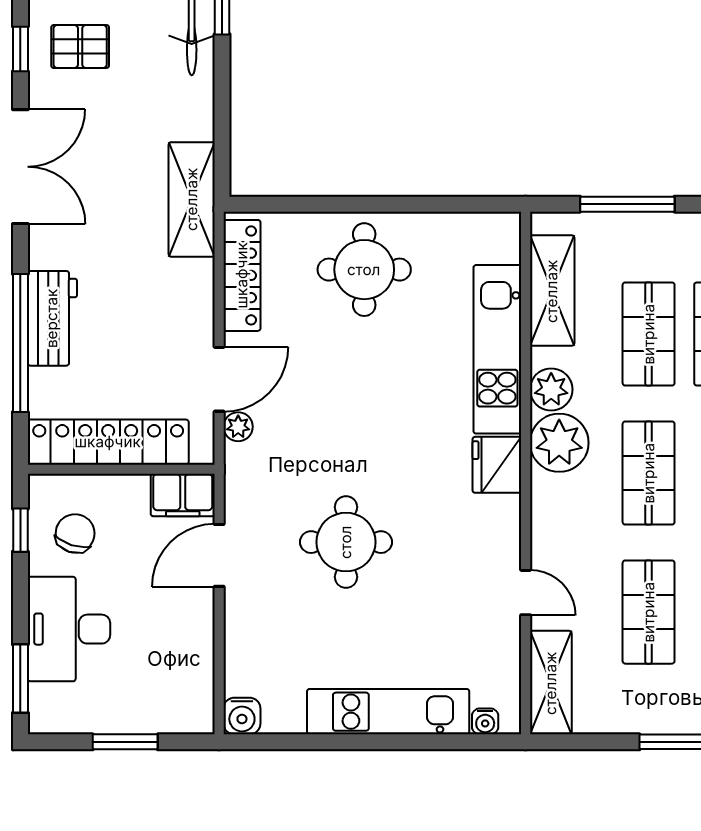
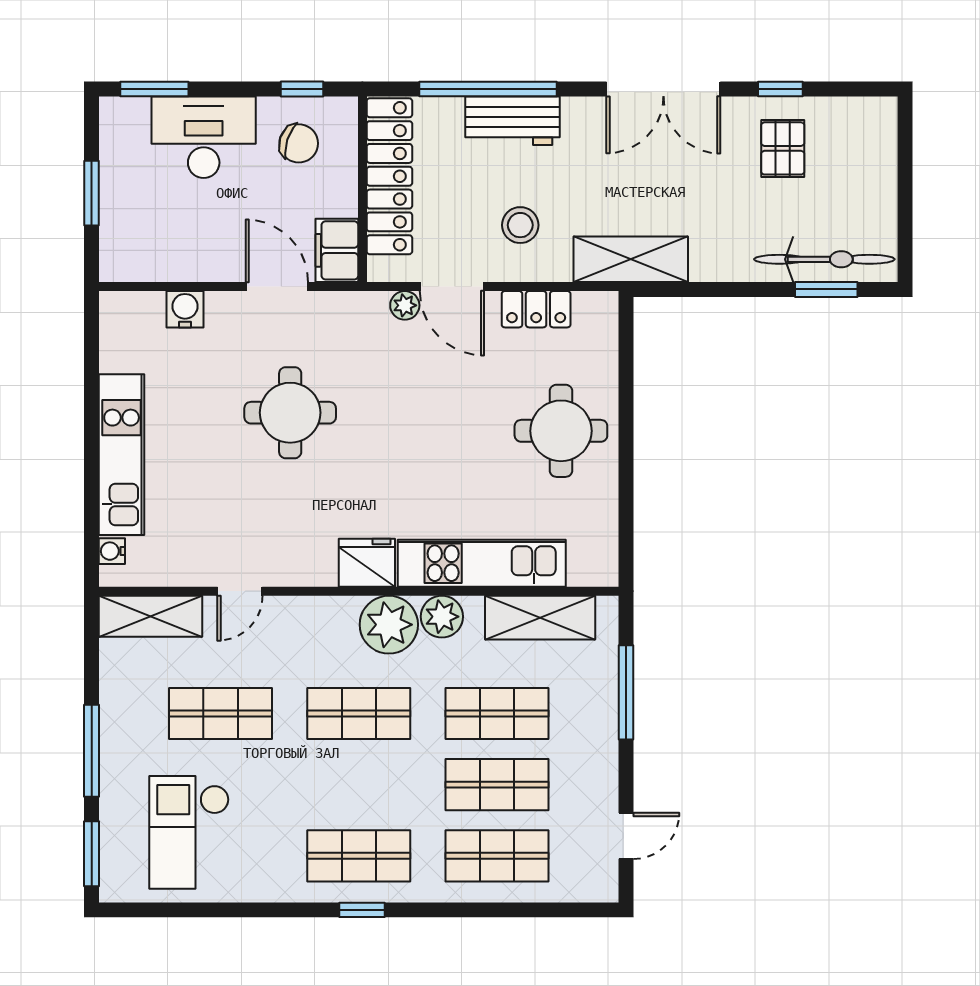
locker: (242, 275) -> (536, 309), width x0.66
stool: (157, 311) -> (520, 225), added
water cooler: (242, 716) -> (185, 309), moved, turned 90

